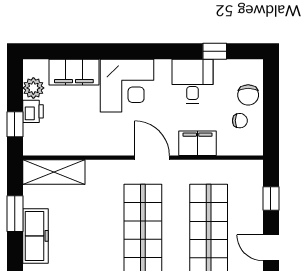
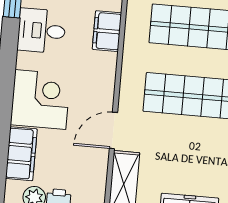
door: (152, 158) -> (113, 130), moved

